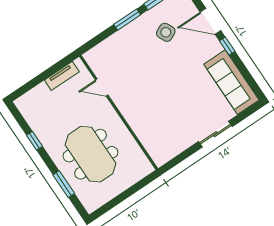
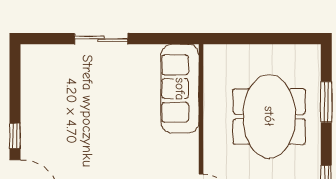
sofa: (231, 82) -> (180, 89), moved, turned 180

